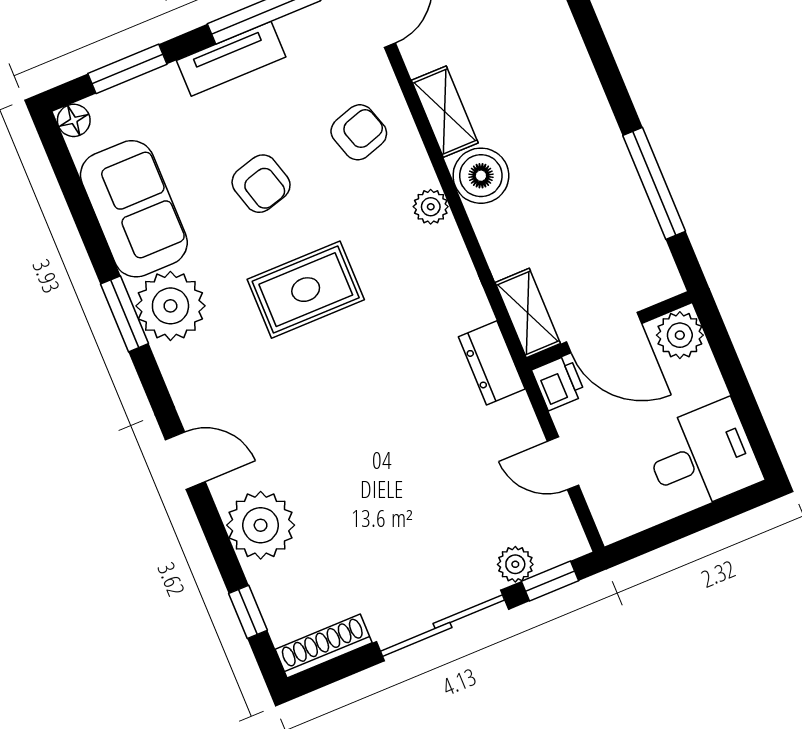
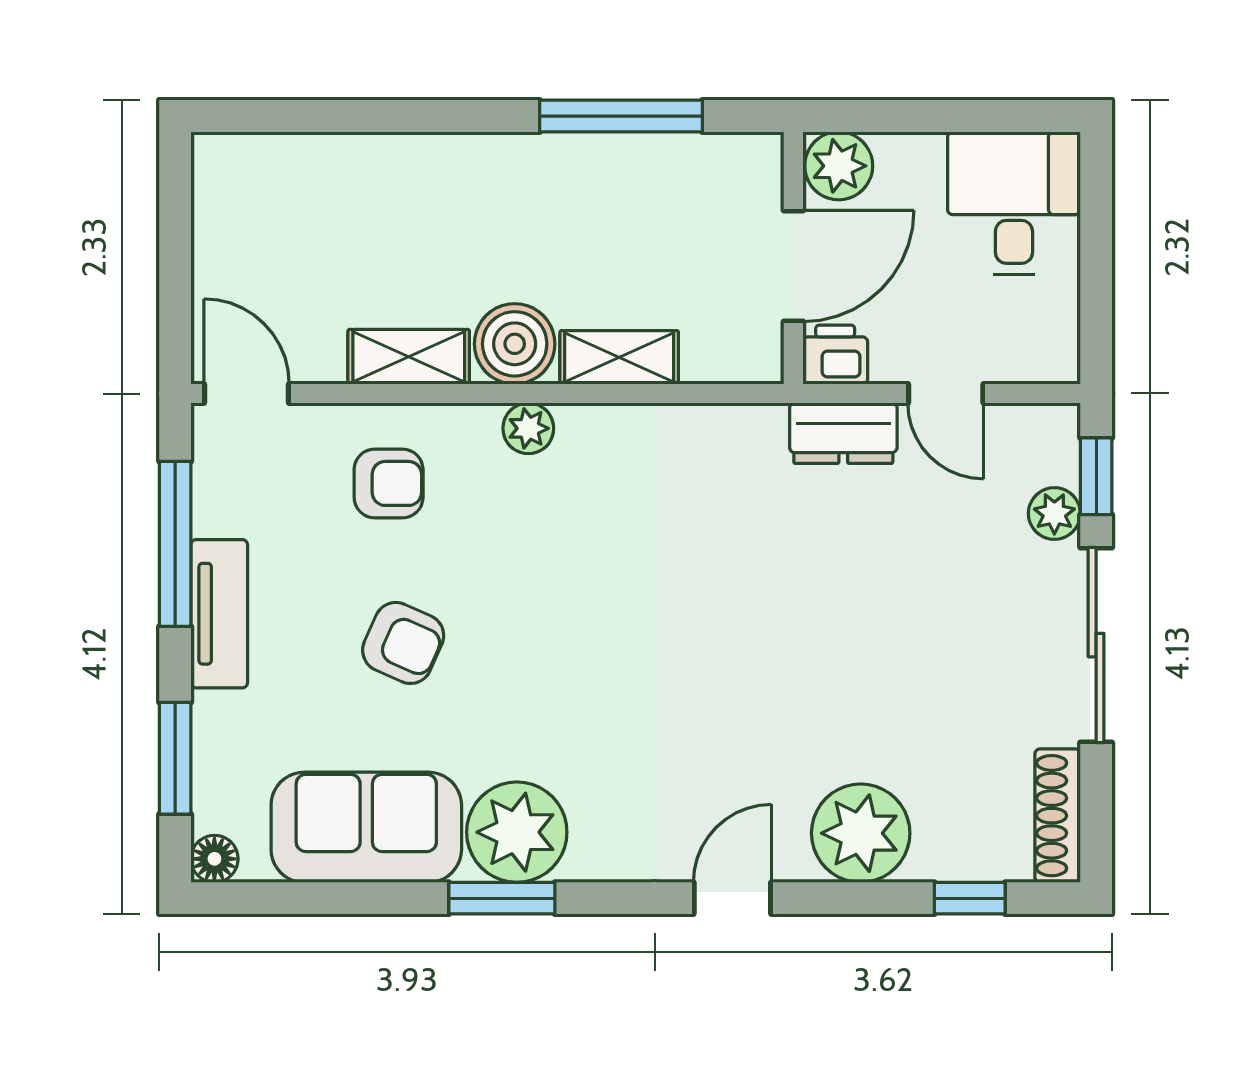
armchair: (359, 132) -> (389, 483), turned 108
armchair: (261, 184) -> (403, 643), turned 40
rug: (306, 290) -> (570, 642), removed
shelving: (528, 313) -> (619, 357), moved
dresser: (492, 363) -> (843, 433), moved
door: (563, 463) -> (946, 394), hinge flipped

